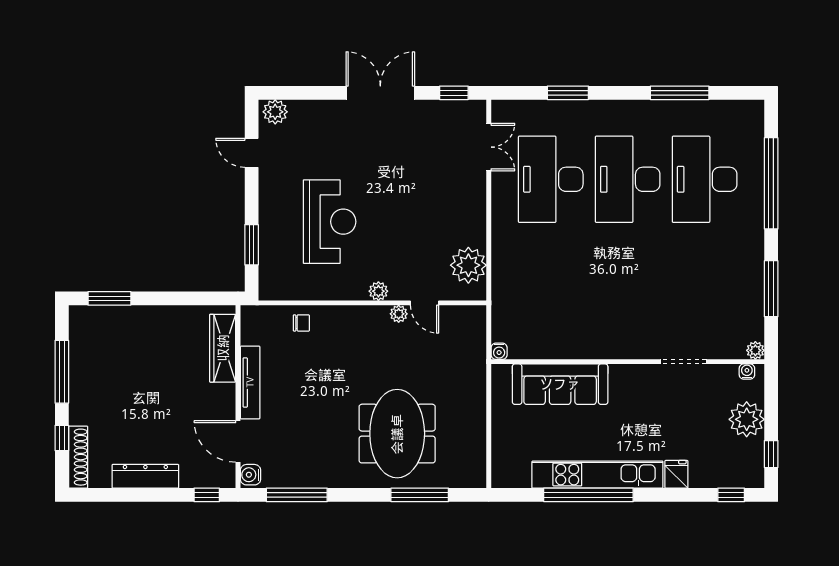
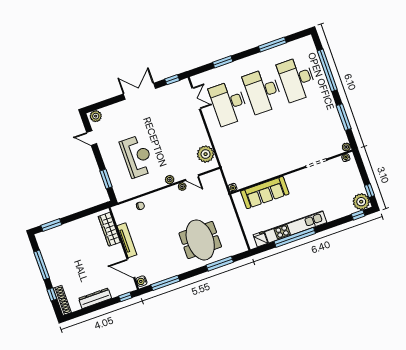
plant: (747, 419) -> (361, 202), moved
fridge: (676, 474) -> (260, 239), moved

